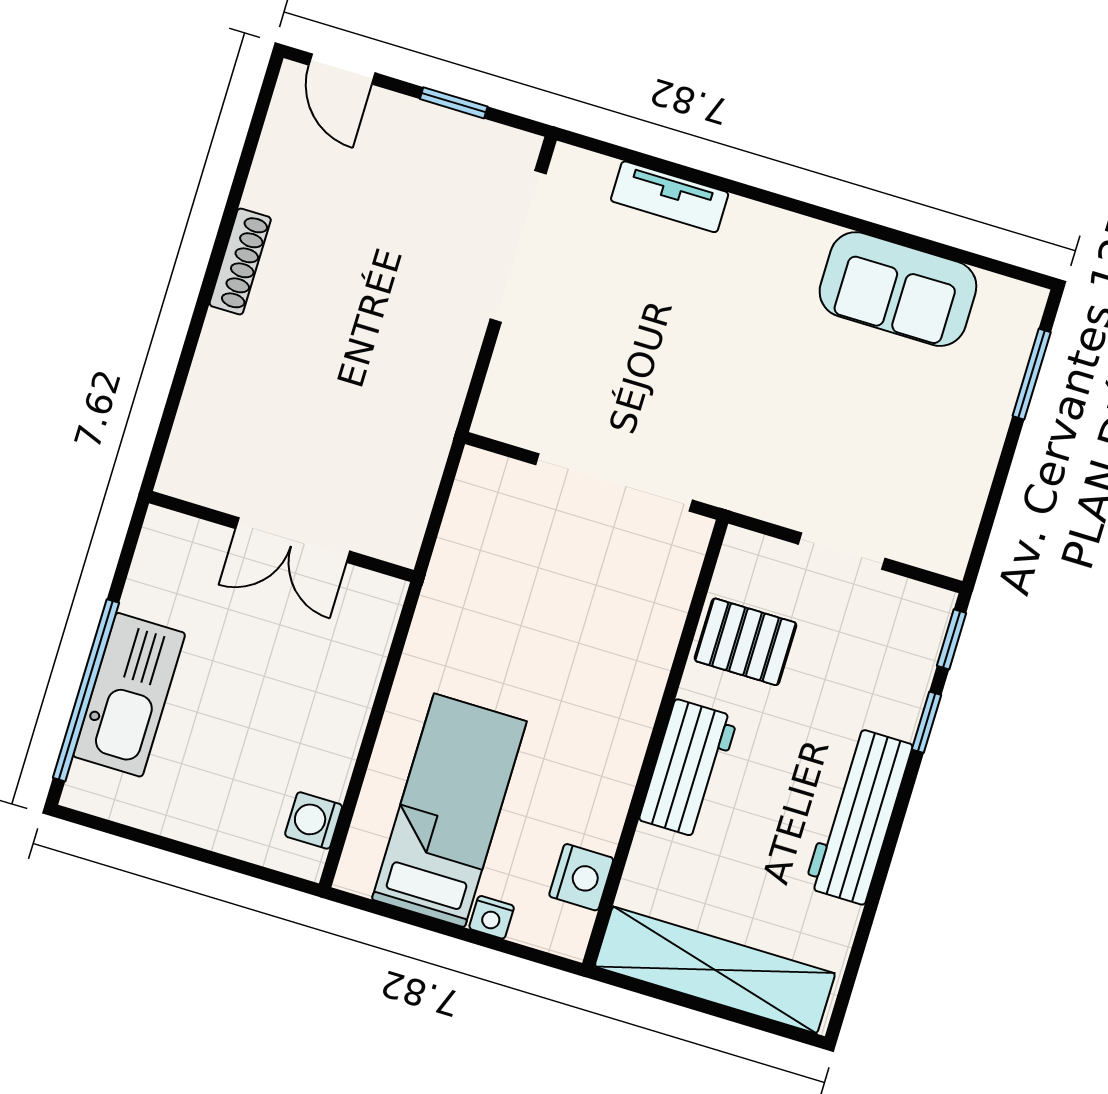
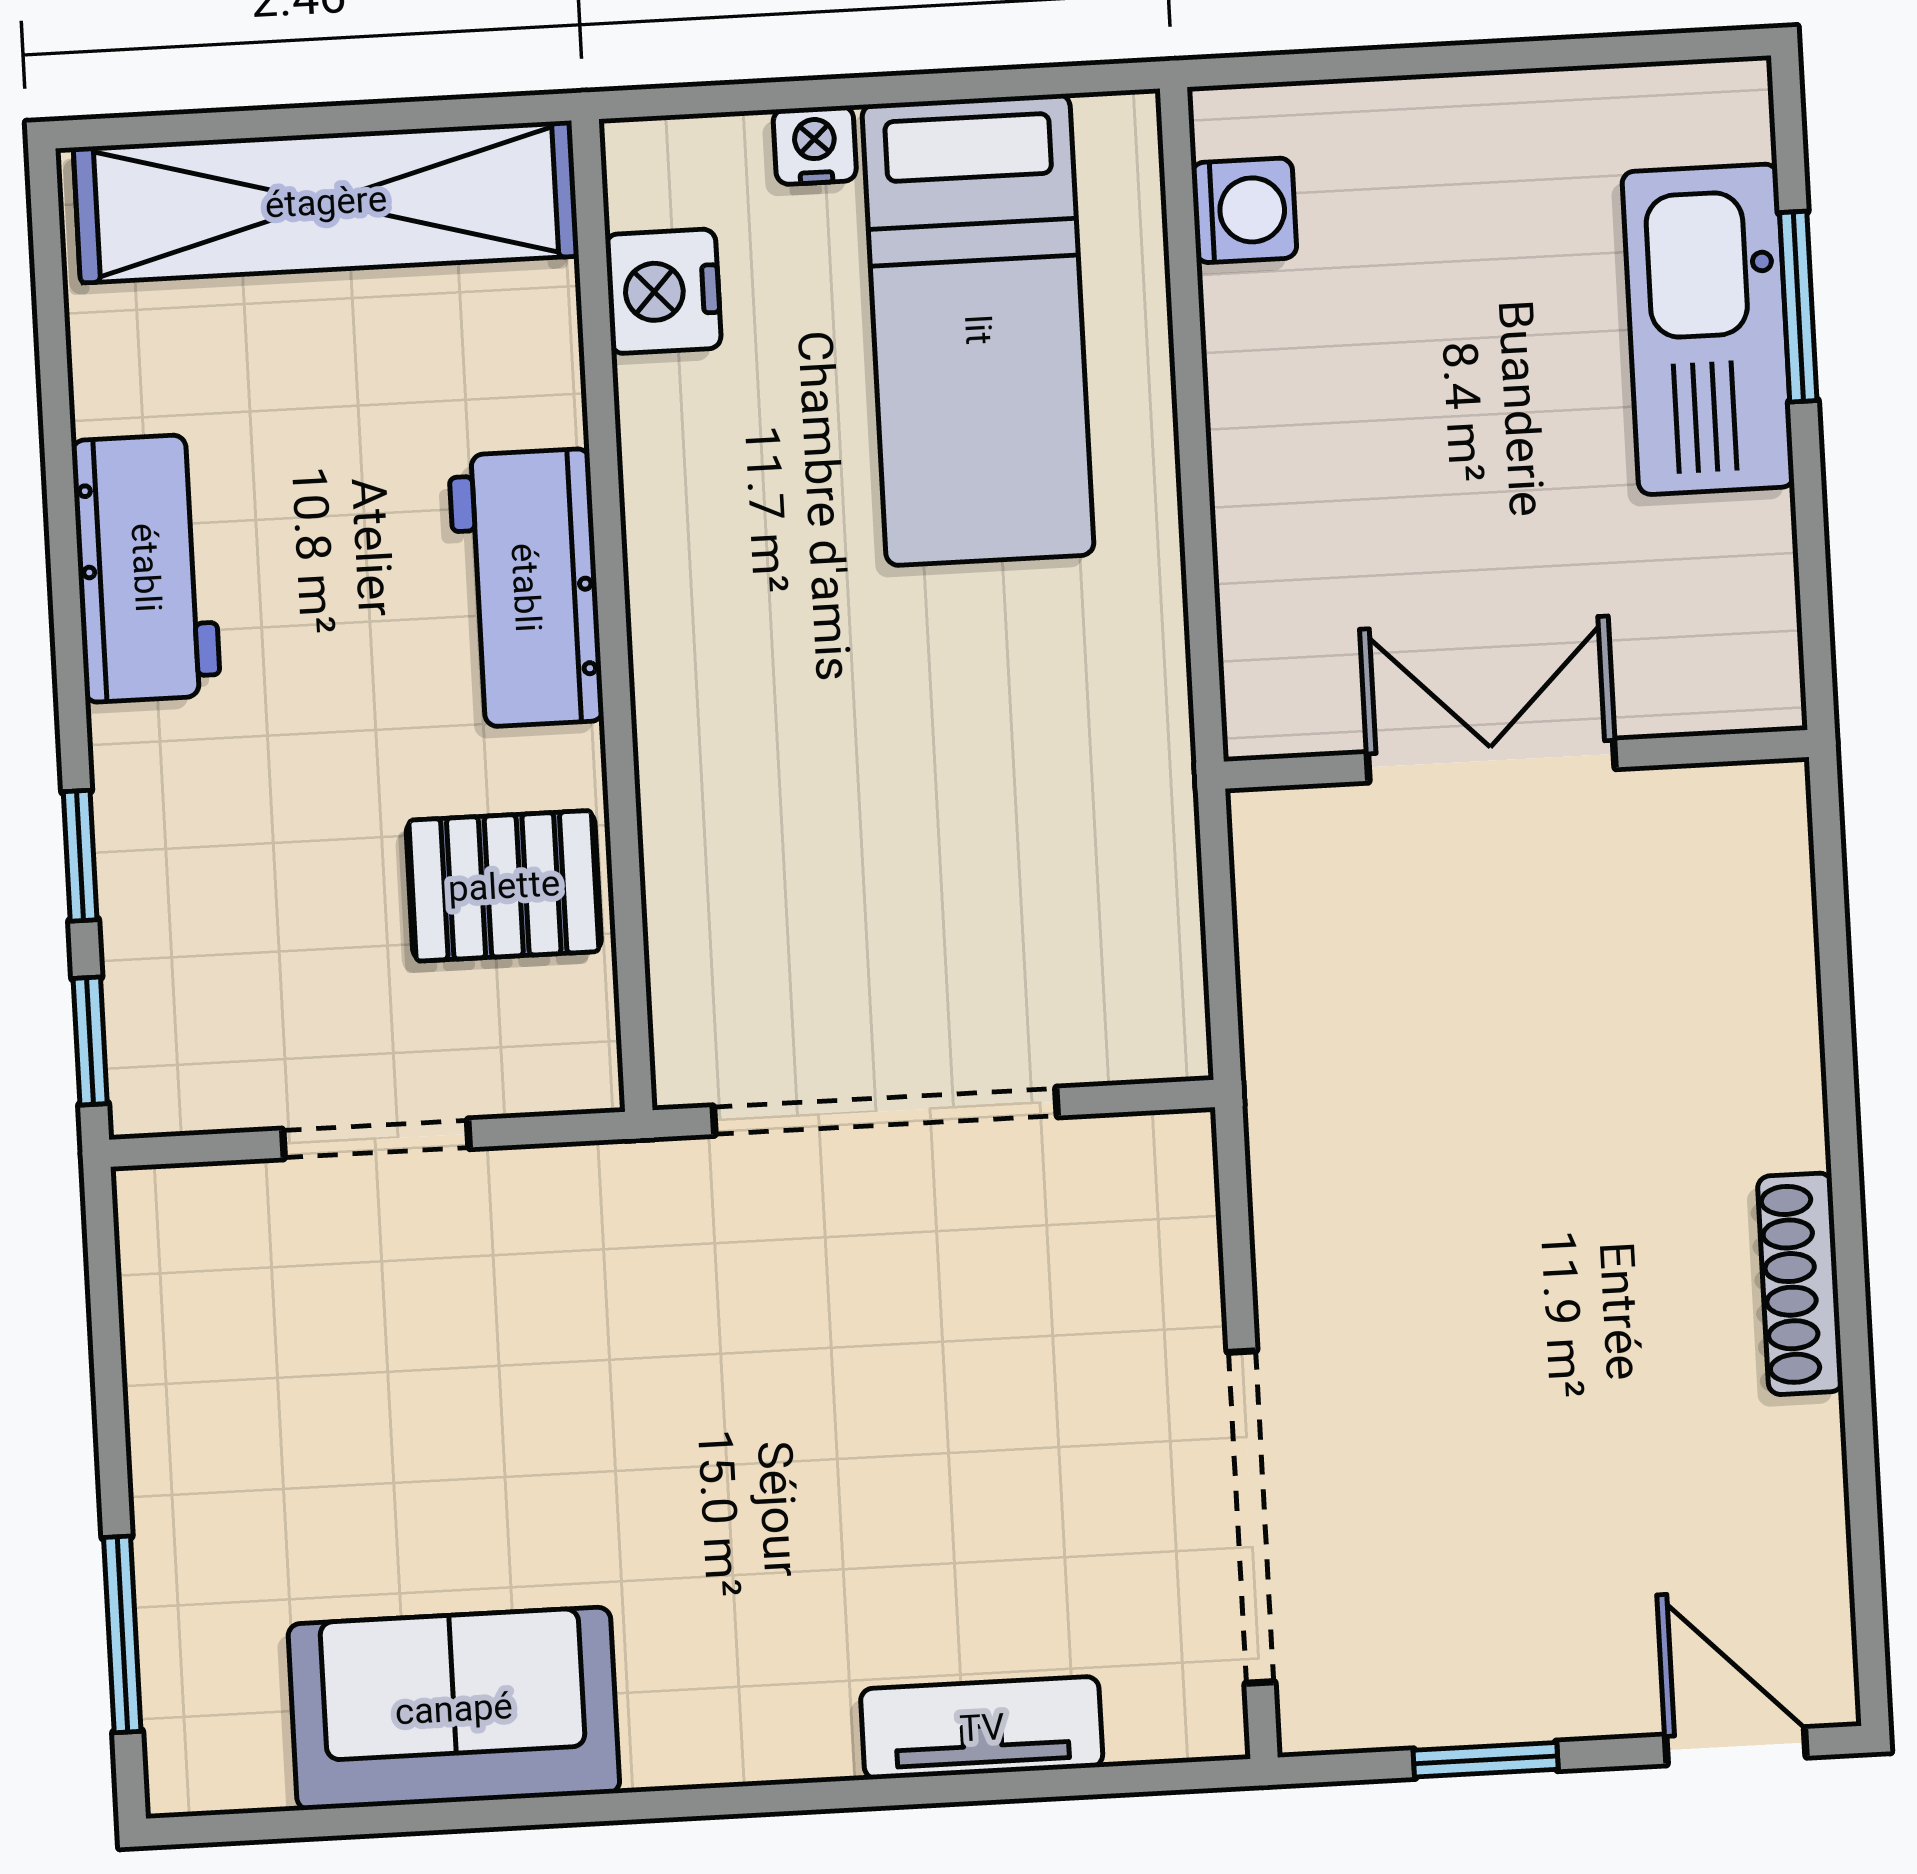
window: (86, 690) -> (1798, 307), width x0.47
workbench: (859, 816) -> (146, 568), width x0.73

